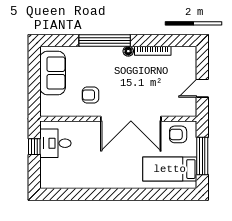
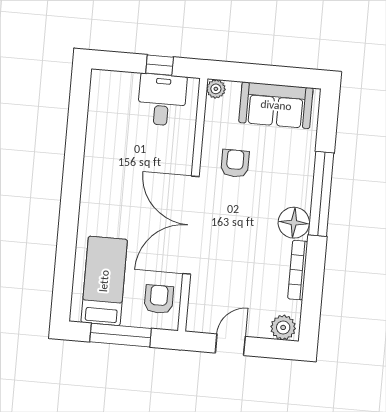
floor lamp: (128, 51) -> (294, 223), width x1.89, depth x1.89
plant: (189, 57) -> (283, 327), added
door: (202, 88) -> (230, 345), hinge flipped
plant: (46, 111) -> (216, 89), added

